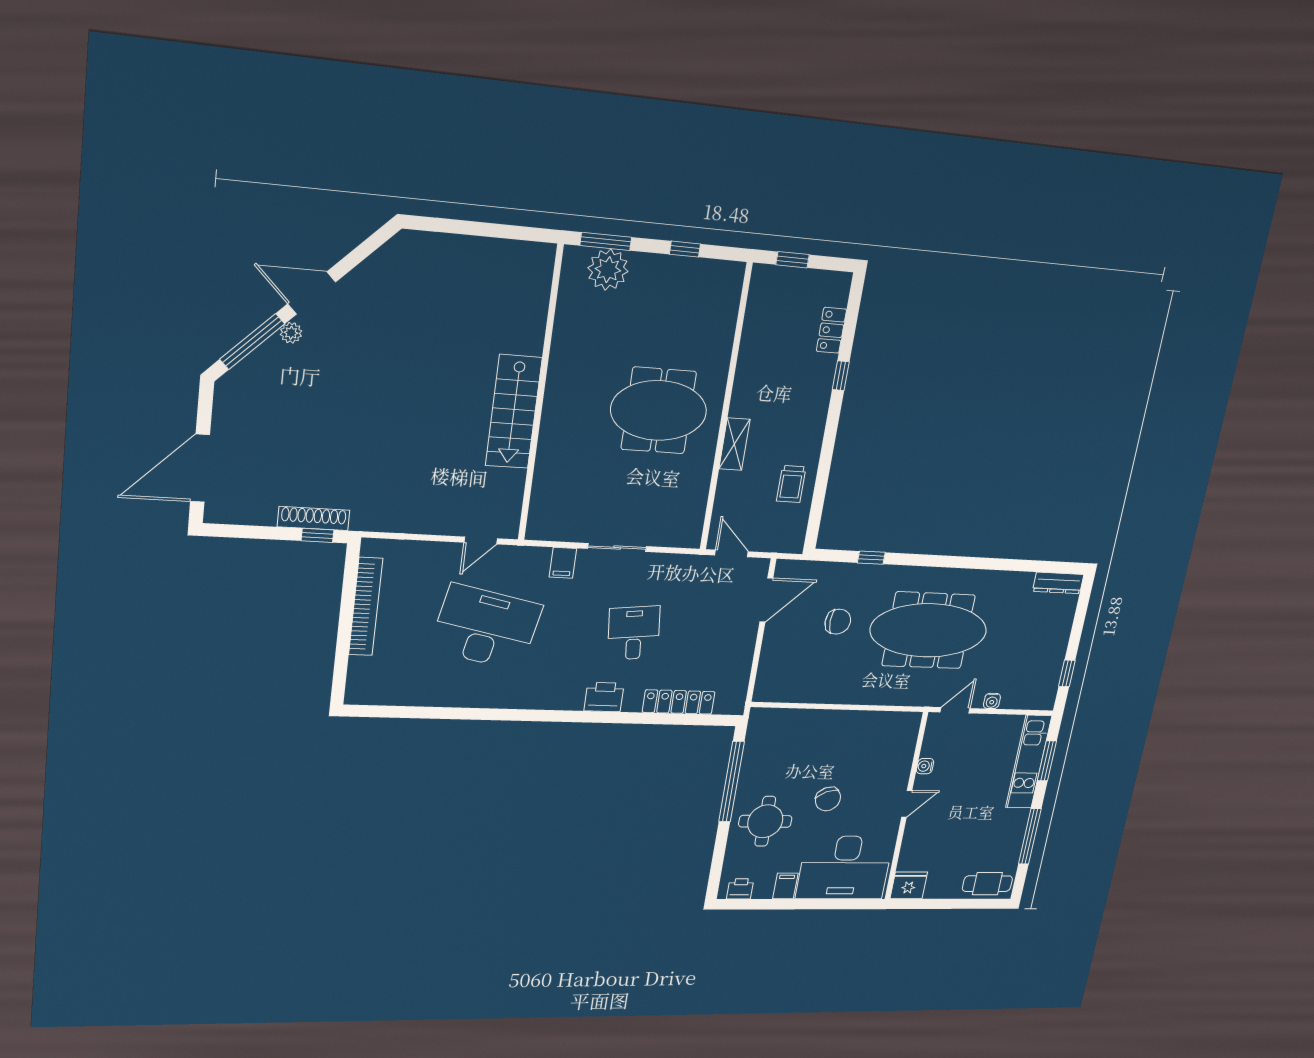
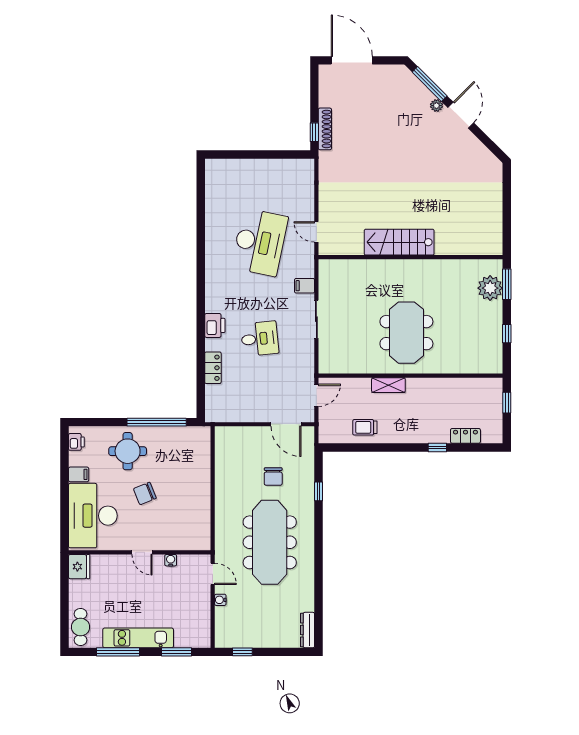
bookcase: (366, 607) -> (270, 166), removed
locker: (679, 702) -> (213, 368), width x0.66
kitchen unit: (1029, 762) -> (138, 638), moved

